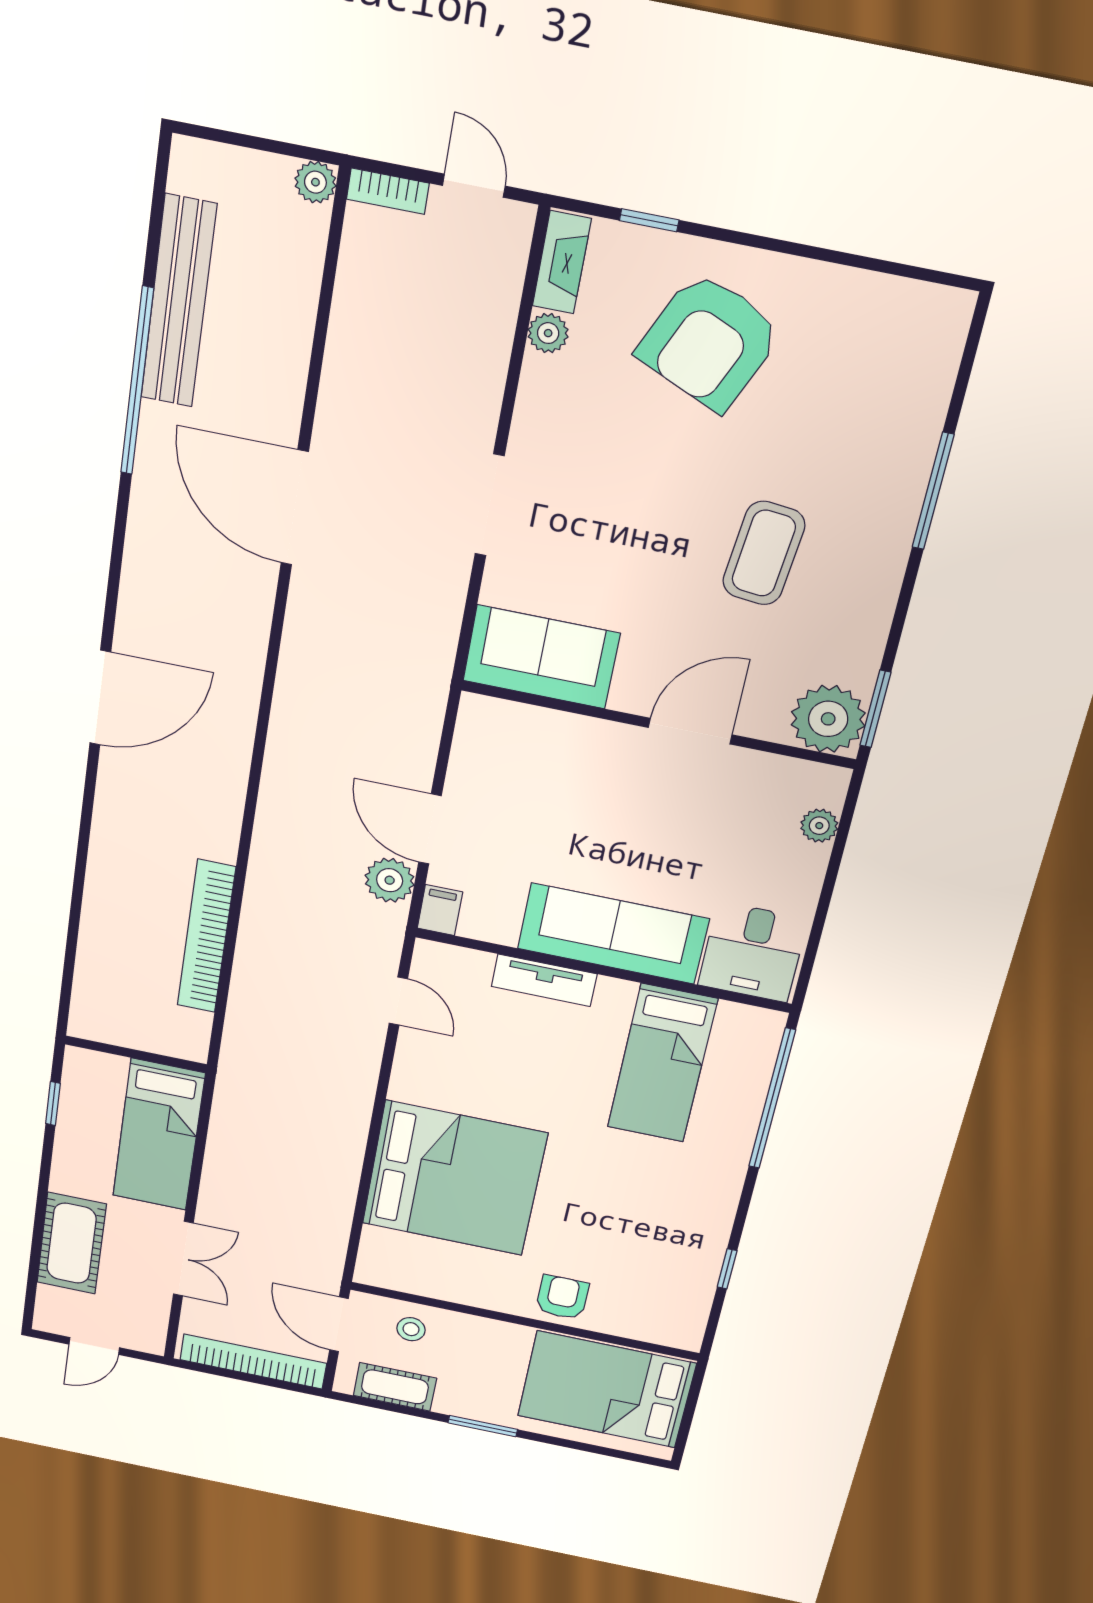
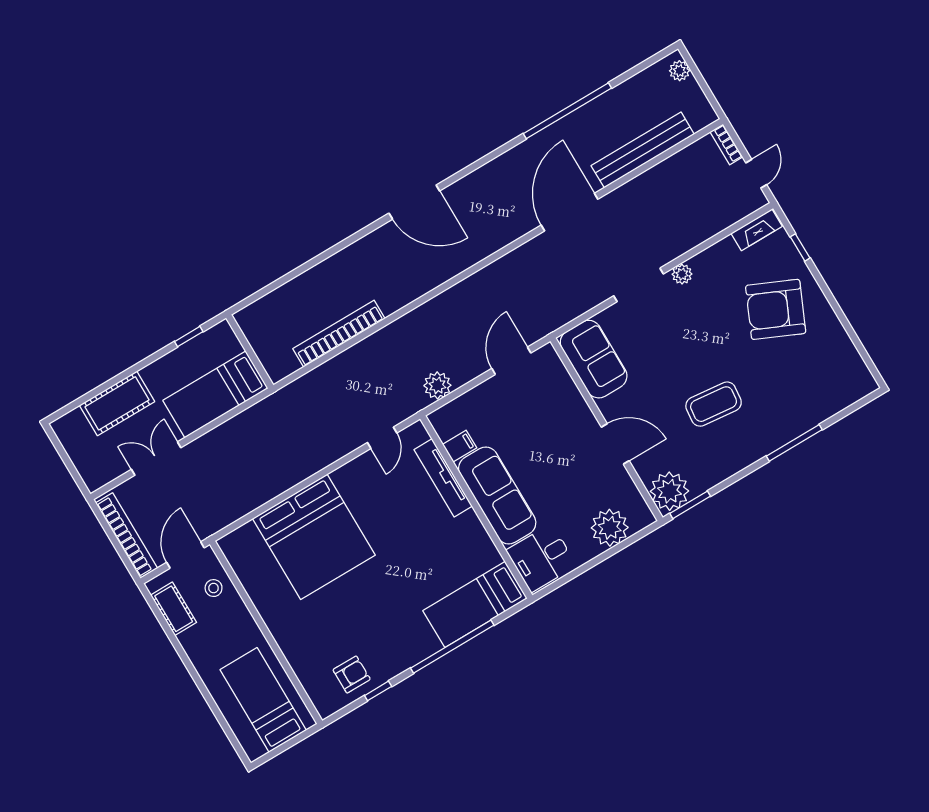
plant: (315, 182) -> (679, 71), moved
bench: (179, 302) -> (643, 150), moved
plant: (548, 333) -> (682, 274), moved
plant: (819, 826) -> (610, 528), width x1.88, depth x1.88
door: (430, 829) -> (511, 361), moved
filing cabinet: (440, 910) -> (460, 446), moved
tv unit: (544, 980) -> (443, 478), width x1.41
bed: (662, 1063) -> (475, 604), moved
window: (772, 1099) -> (452, 647), moved
double door: (183, 1259) -> (156, 459), swing flipped
armchair: (562, 1297) -> (352, 674), moved
door: (94, 1346) -> (66, 459), removed
bed: (607, 1390) -> (263, 700), width x0.67
window: (483, 1426) -> (189, 666), removed

